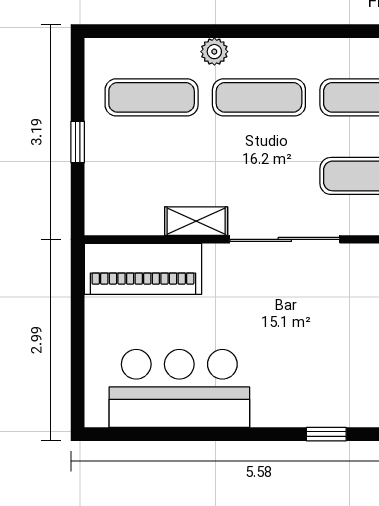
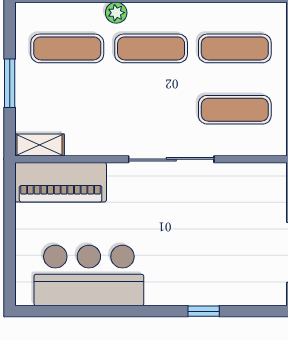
window: (78, 142) -> (10, 83), width x1.50
shelving: (196, 221) -> (40, 145), moved

